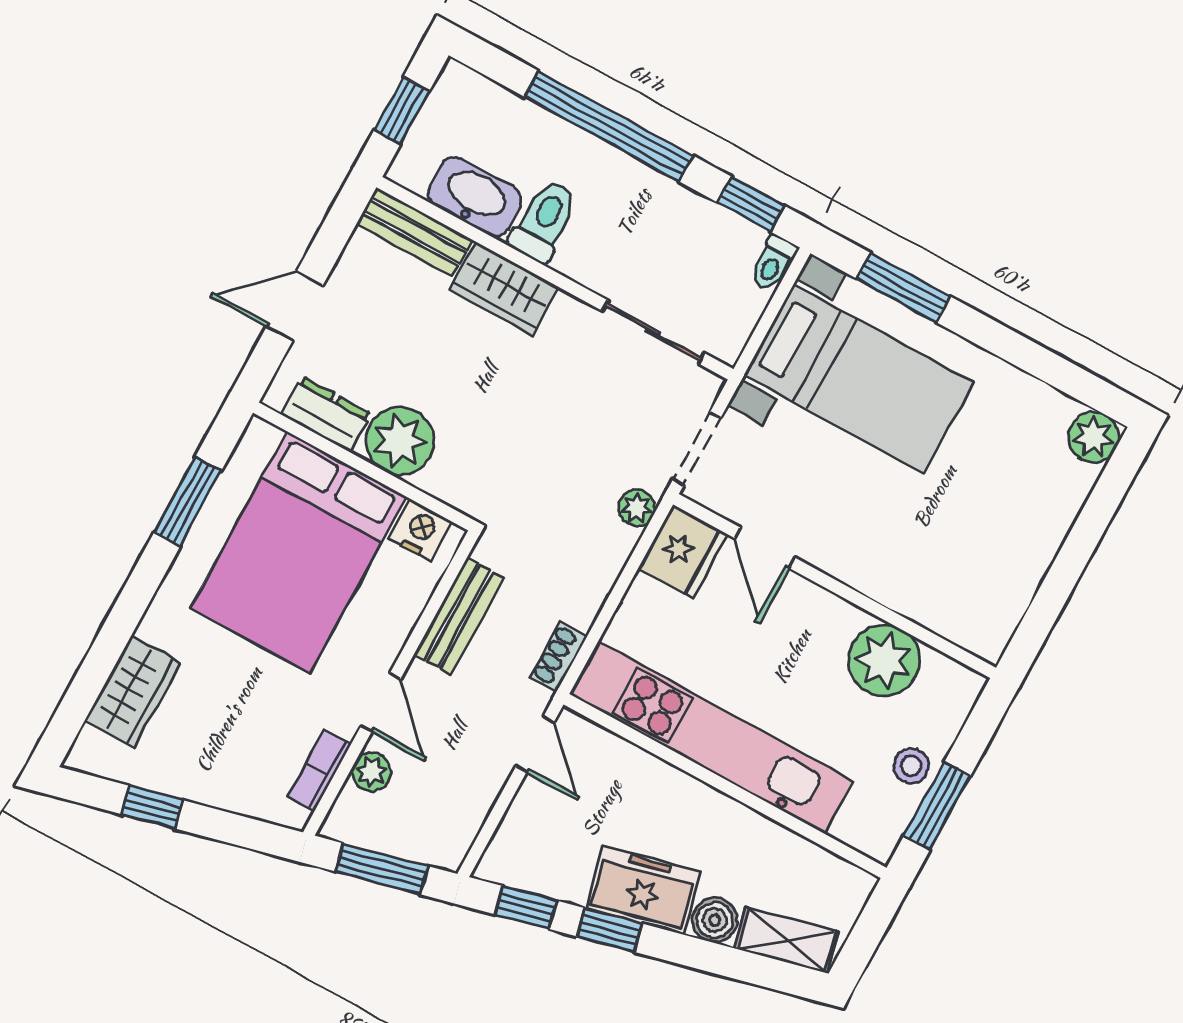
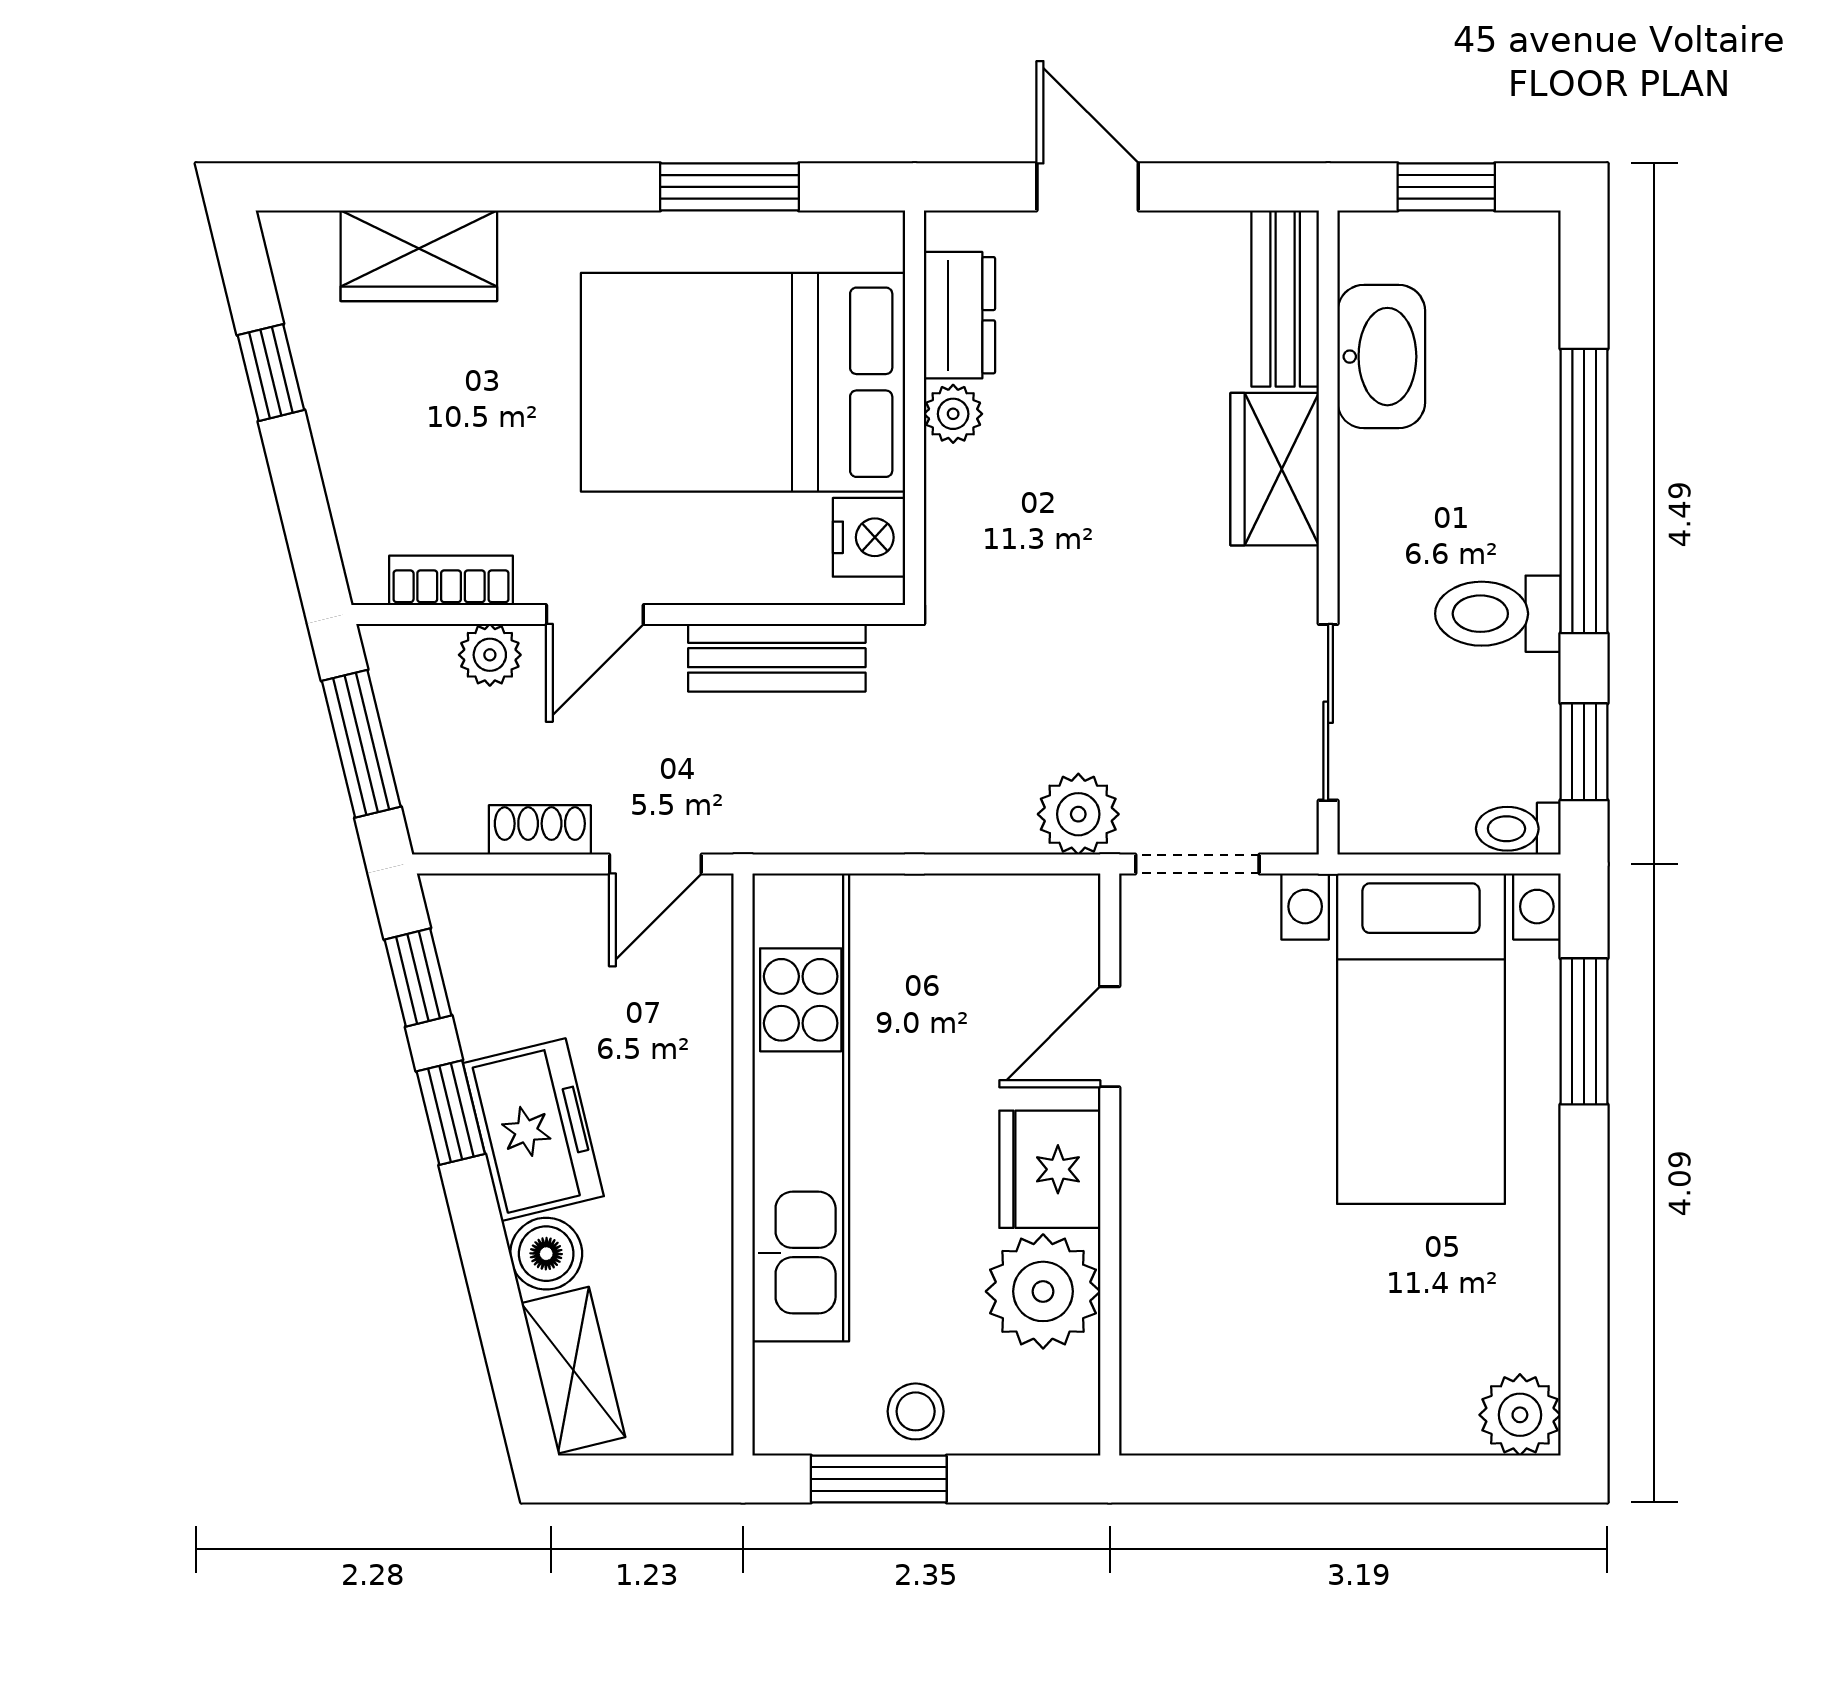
toilet: (544, 221) -> (1498, 614), moved, turned 180
plant: (400, 441) -> (953, 414), width x0.53, depth x0.53
plant: (637, 508) -> (1078, 814), width x1.38, depth x1.38
fridge: (683, 551) -> (1050, 1169), moved, turned 90
shoe rack: (558, 657) -> (540, 830), moved

